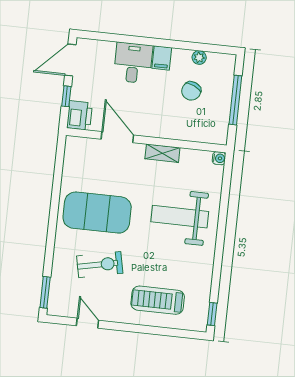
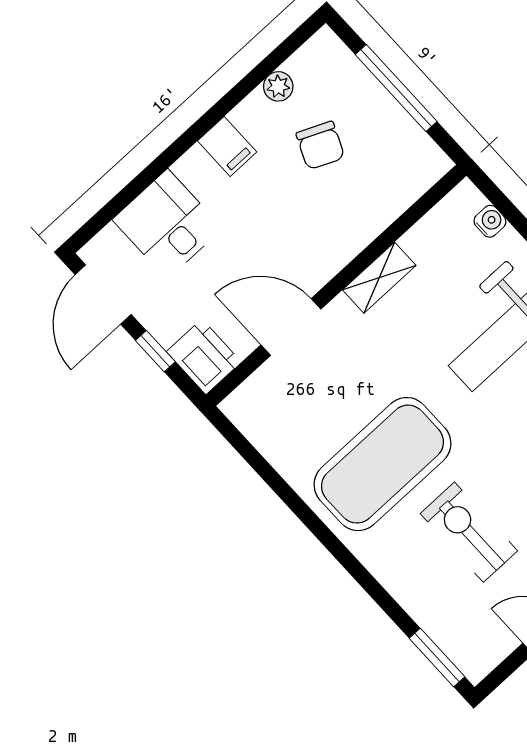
desk: (133, 63) -> (167, 224), moved
water cooler: (219, 158) -> (490, 221), moved
exercise bike: (100, 265) -> (469, 532), turned -78

